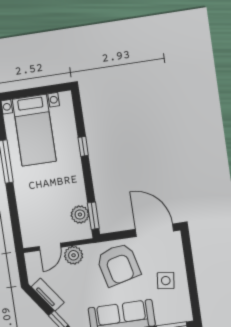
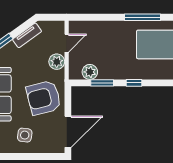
window: (83, 146) -> (134, 83), moved
window: (93, 216) -> (102, 83), moved
door: (50, 247) -> (67, 43), swing flipped

